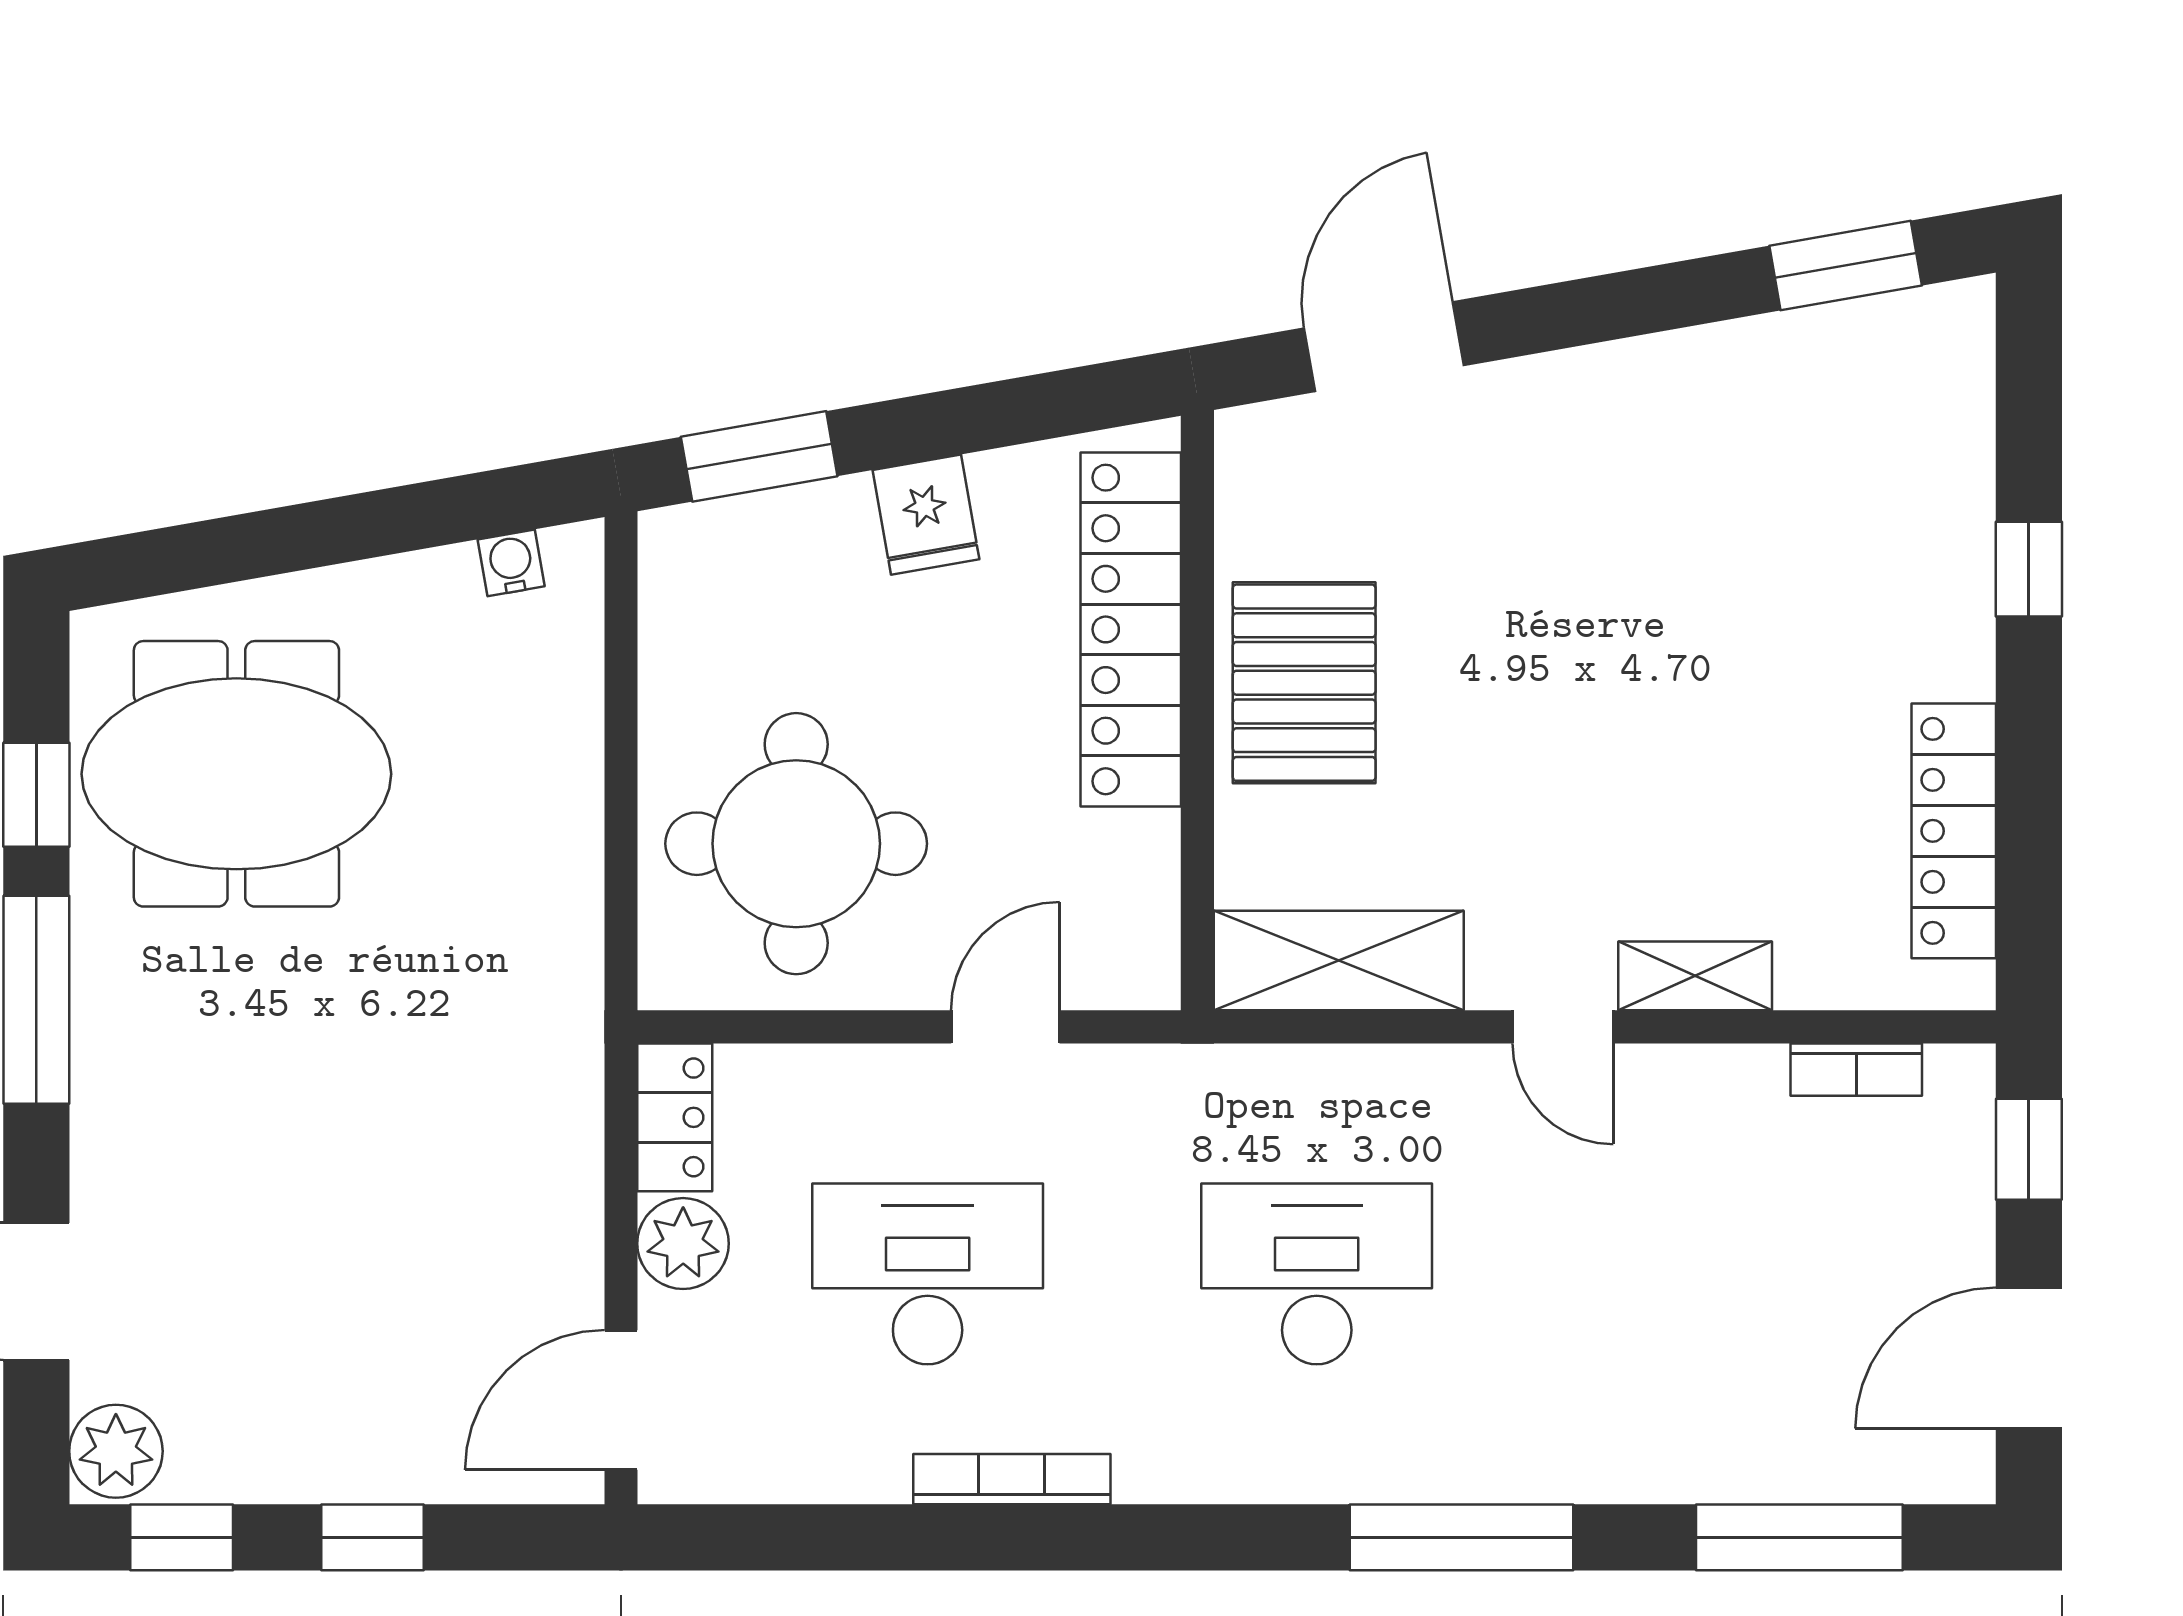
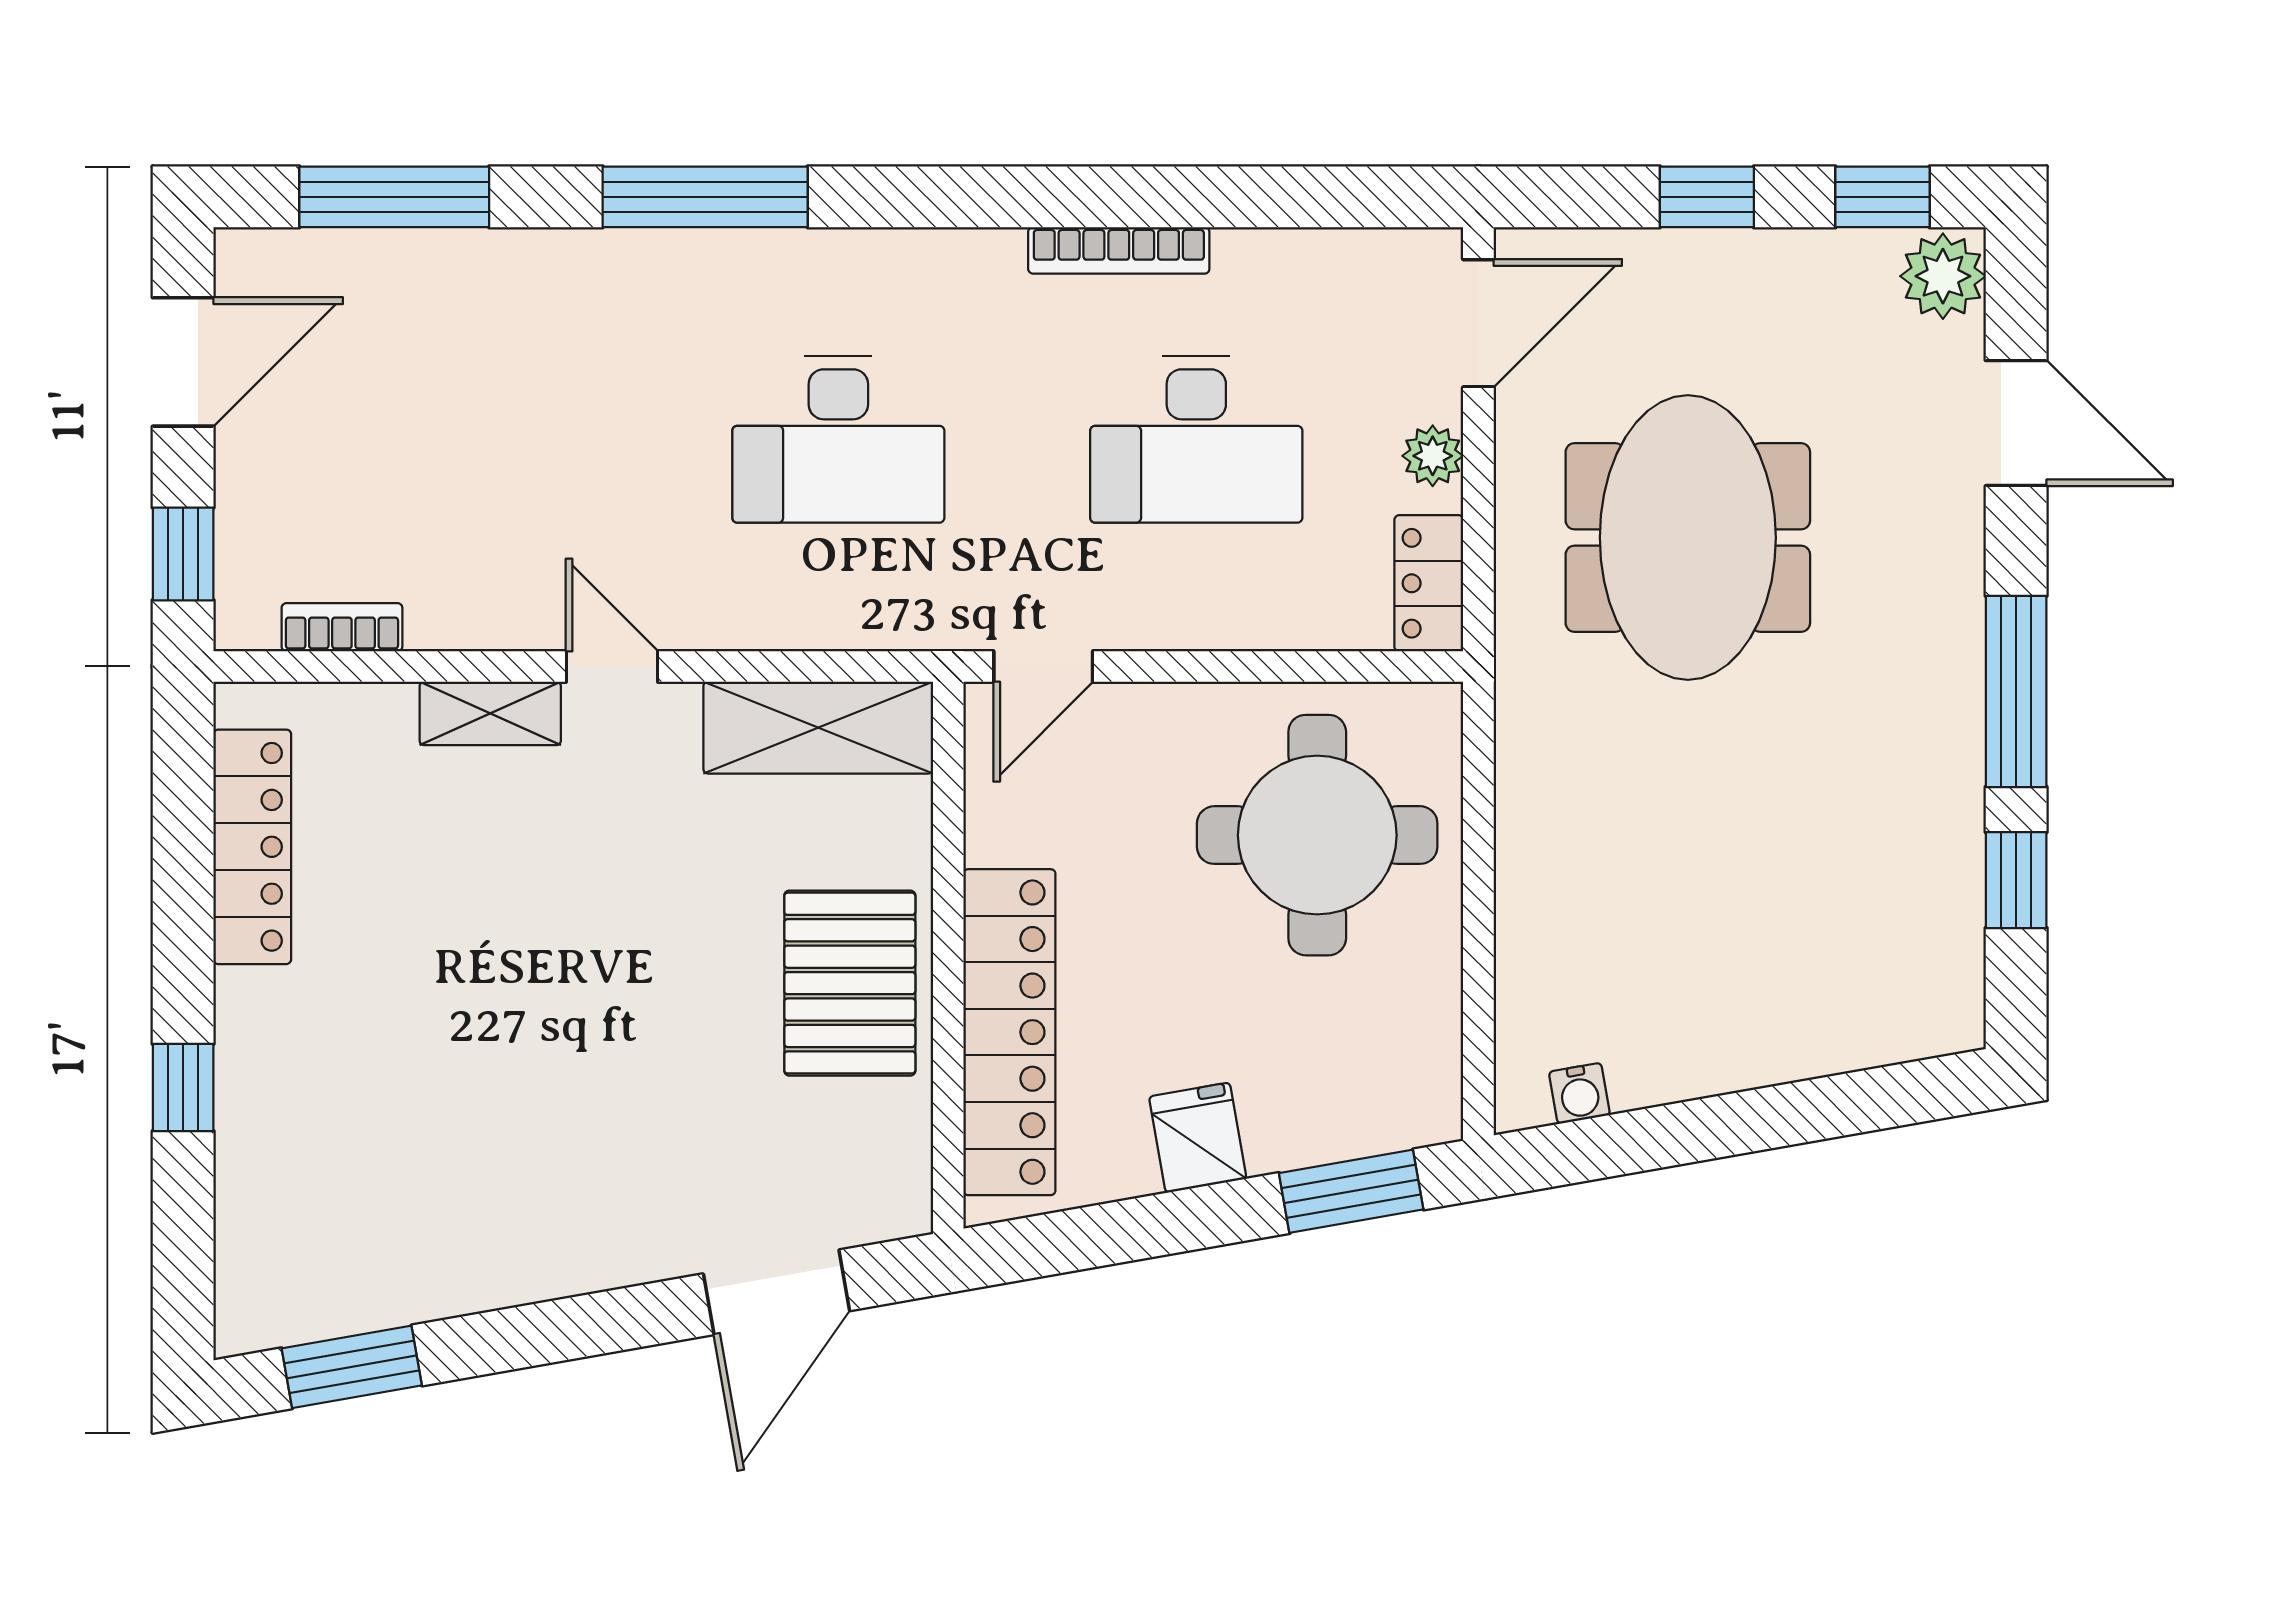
meeting table: (236, 774) -> (1688, 538), moved, turned 90
door: (1005, 1027) -> (1043, 666), moved
plant: (683, 1244) -> (1433, 456), width x0.73, depth x0.73

